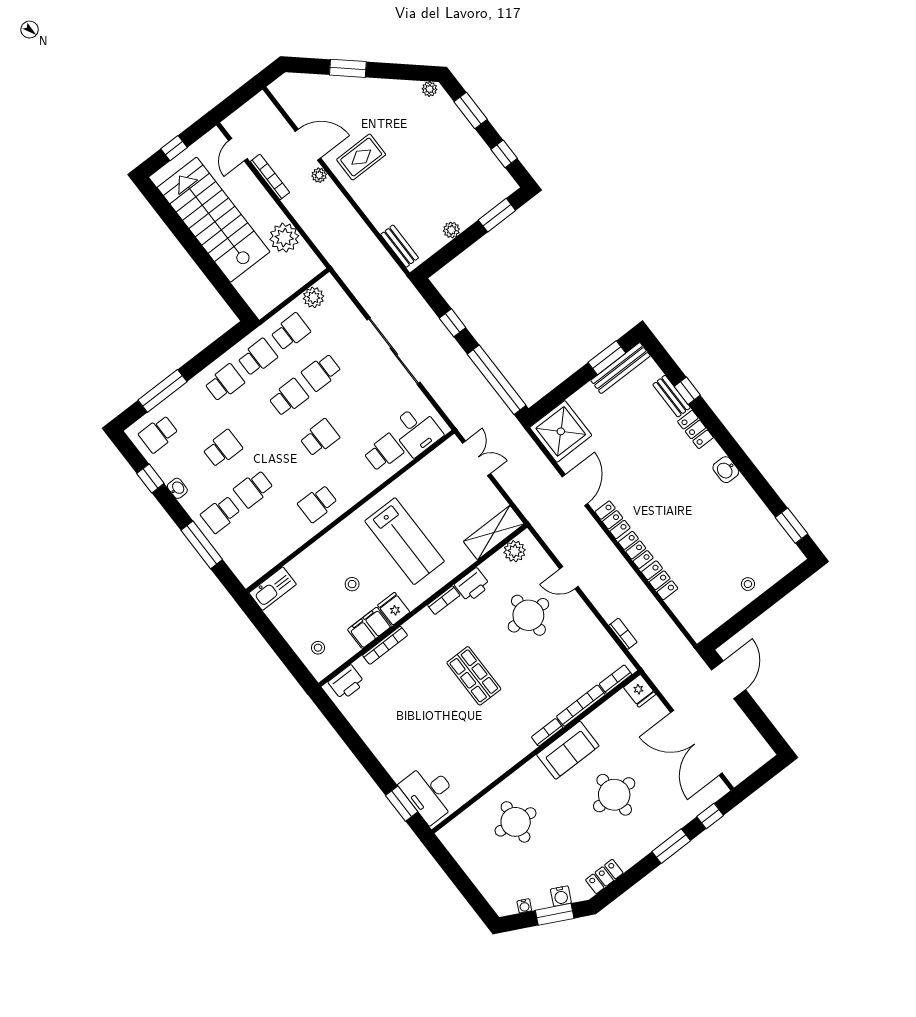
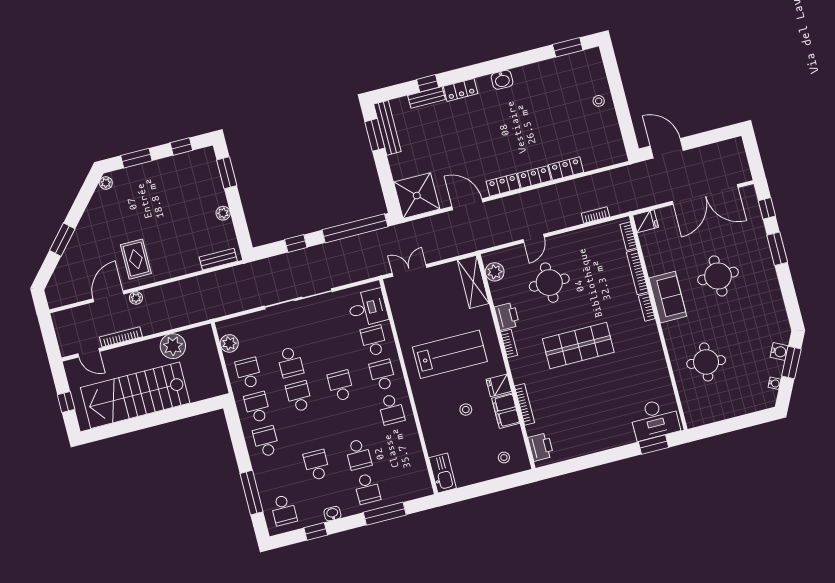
school desk: (351, 478) -> (383, 375), added
shop shelf: (474, 676) -> (578, 345), width x1.43, depth x1.36
locker: (604, 876) -> (778, 311), removed

